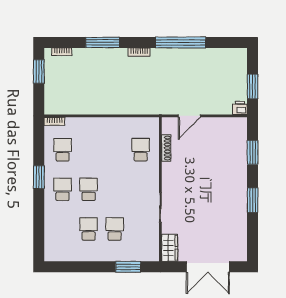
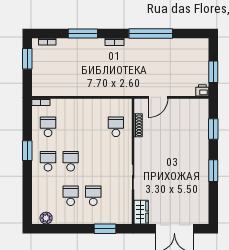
plant: (60, 255) -> (46, 218), added

